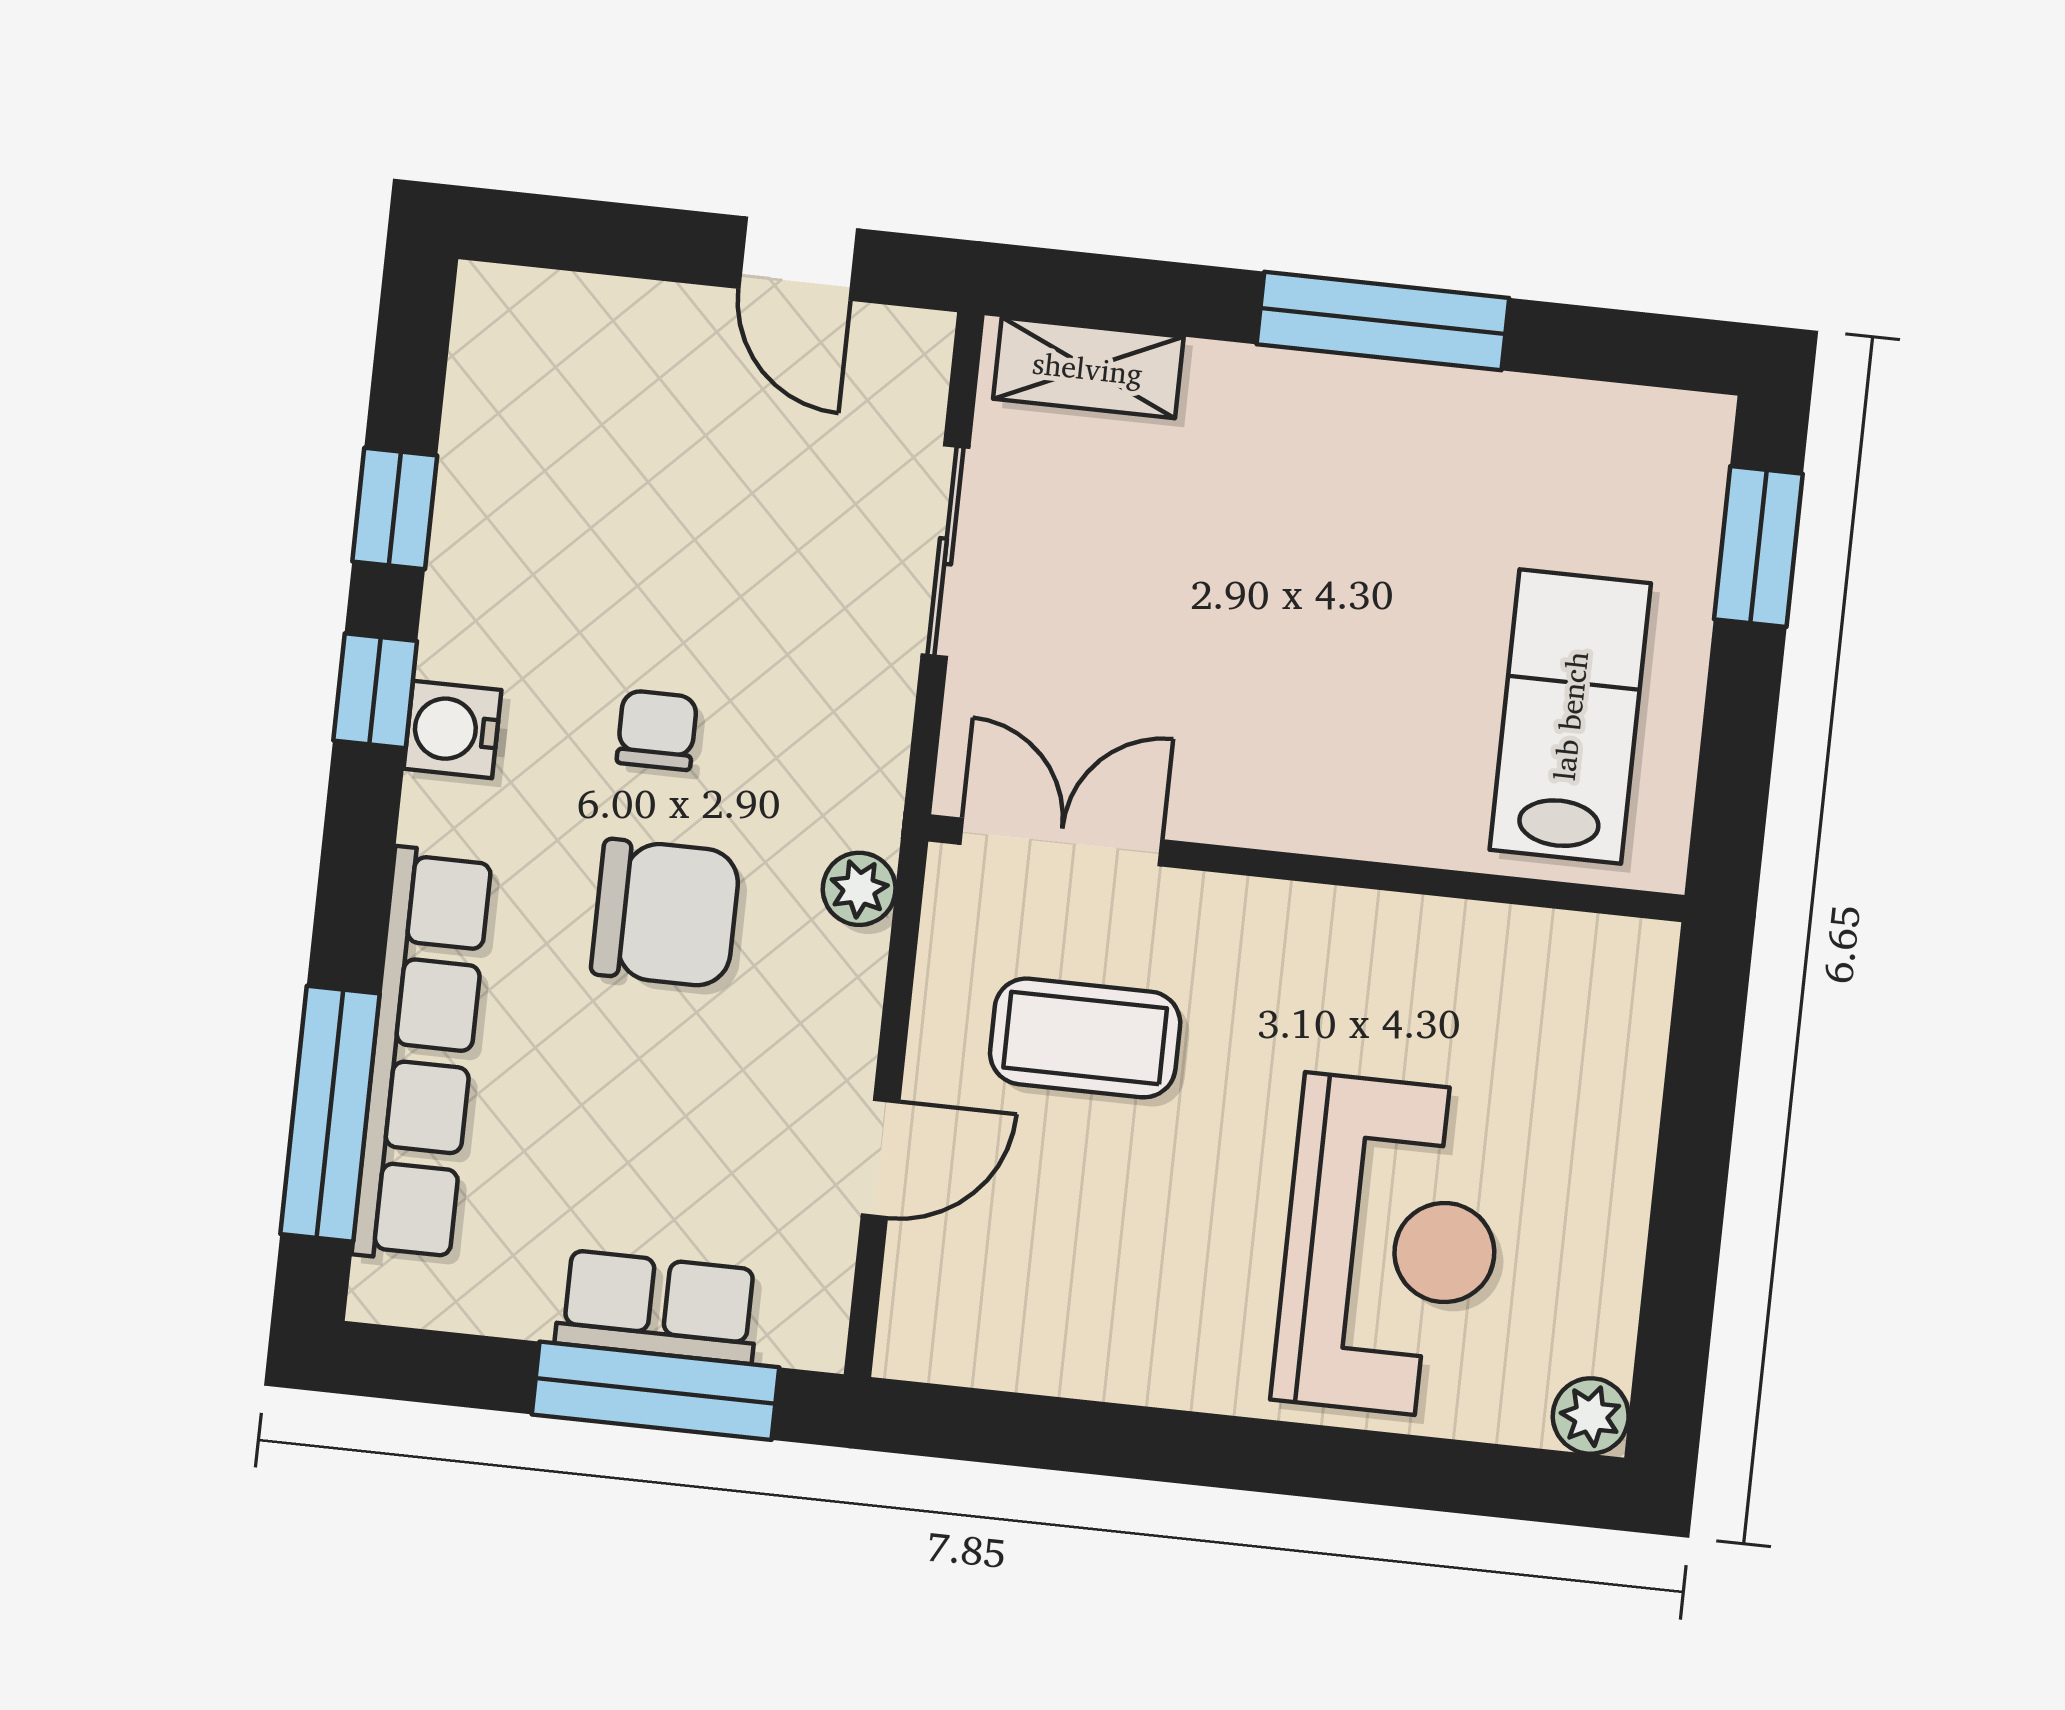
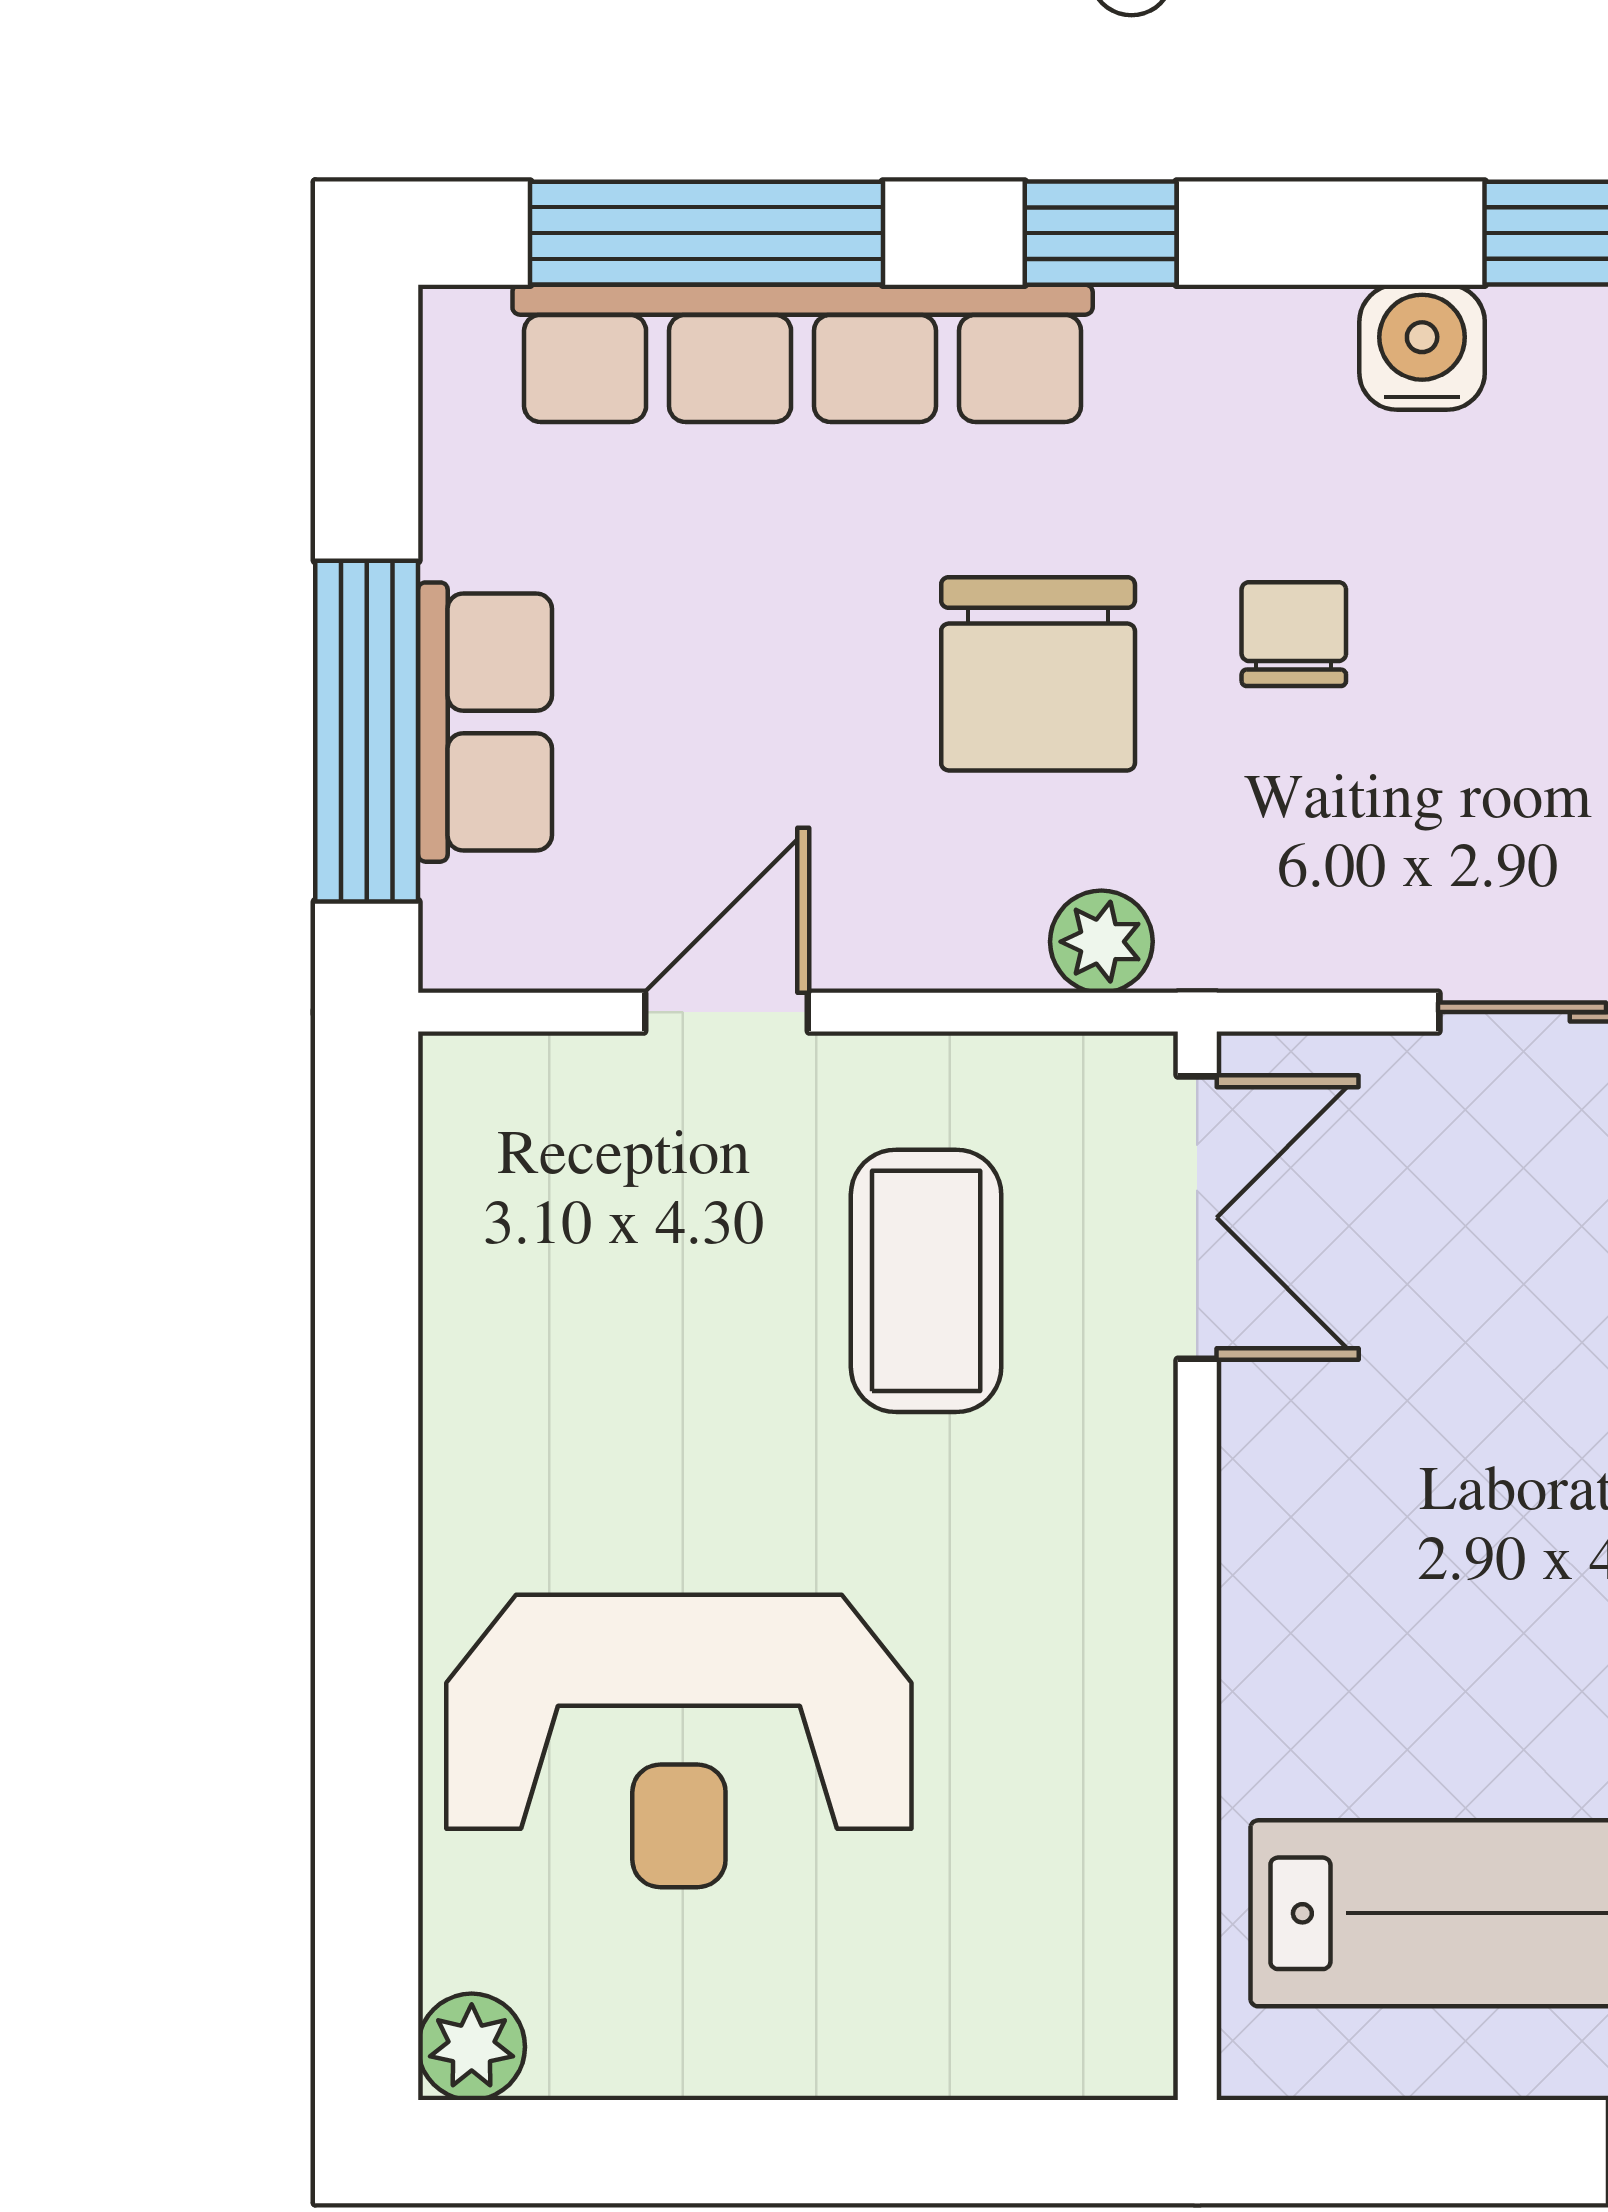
window: (375, 691) -> (1101, 233), moved
water cooler: (452, 729) -> (1422, 347), moved
chair: (657, 730) -> (1294, 634), turned -90
door: (881, 1158) -> (726, 1012), swing flipped

